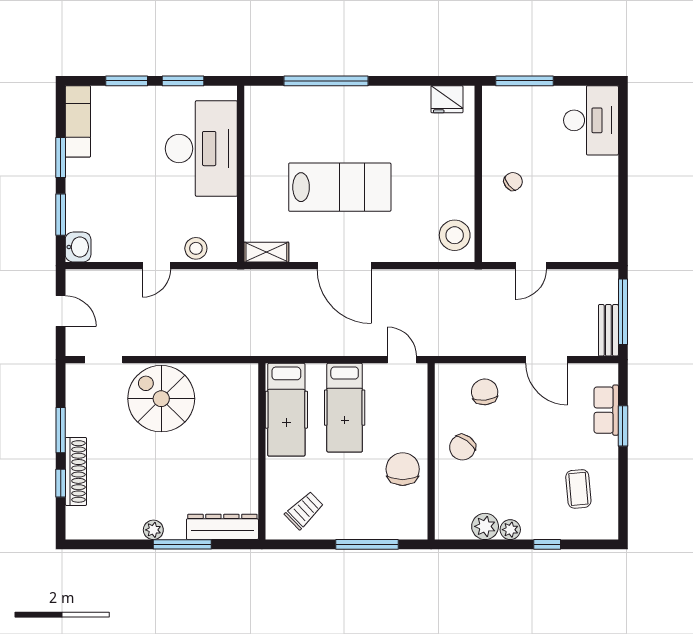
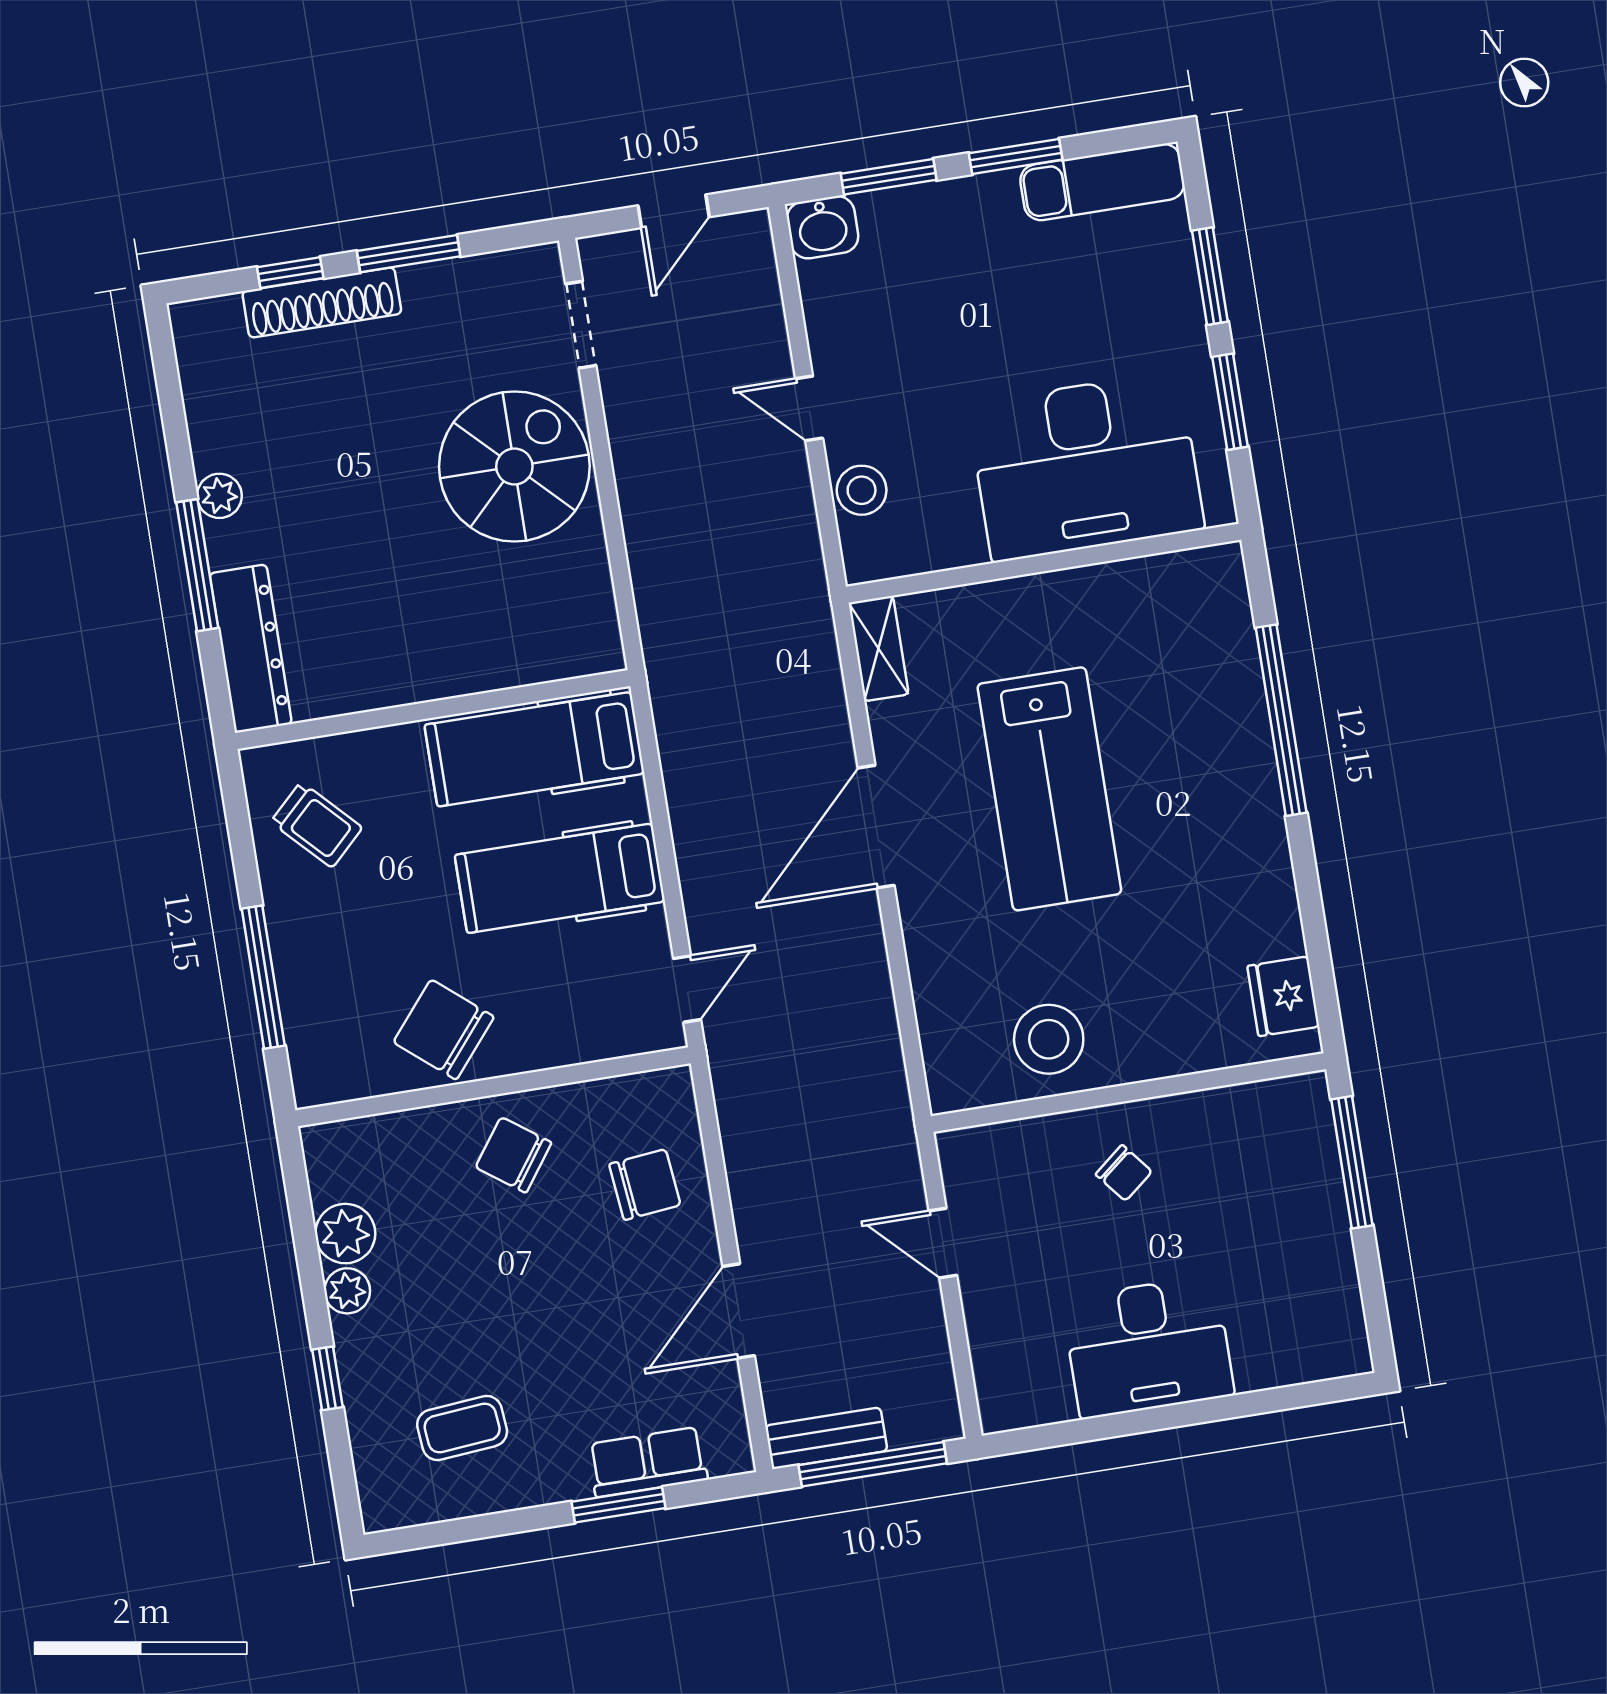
desk: (591, 120) -> (1148, 1347), moved
stool: (455, 235) -> (1049, 1039), moved
chair: (403, 469) -> (444, 1029), turned -140

